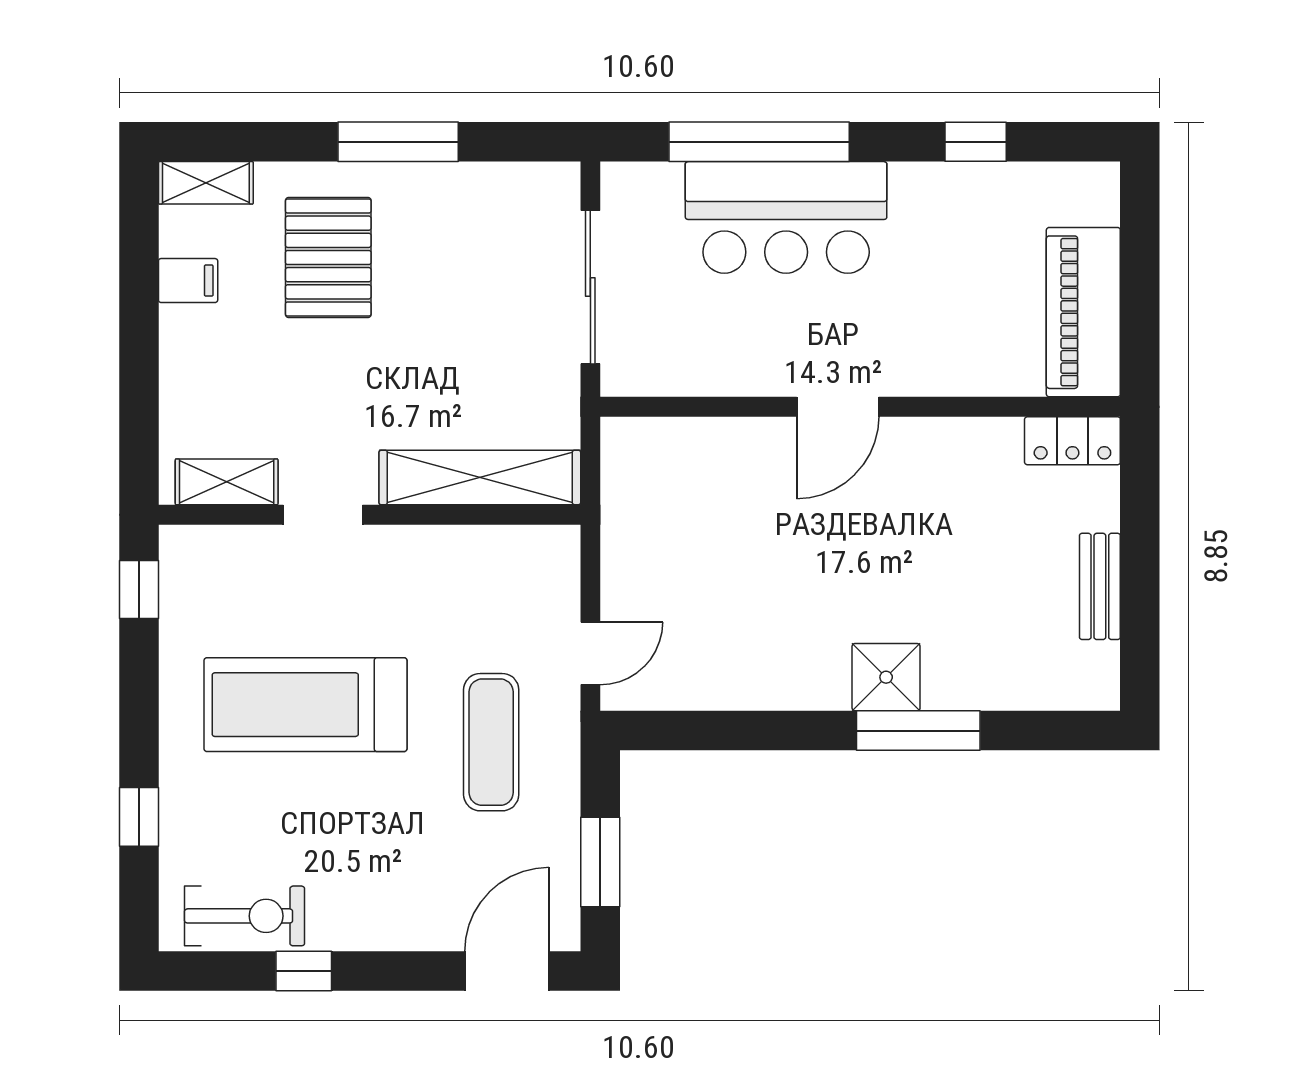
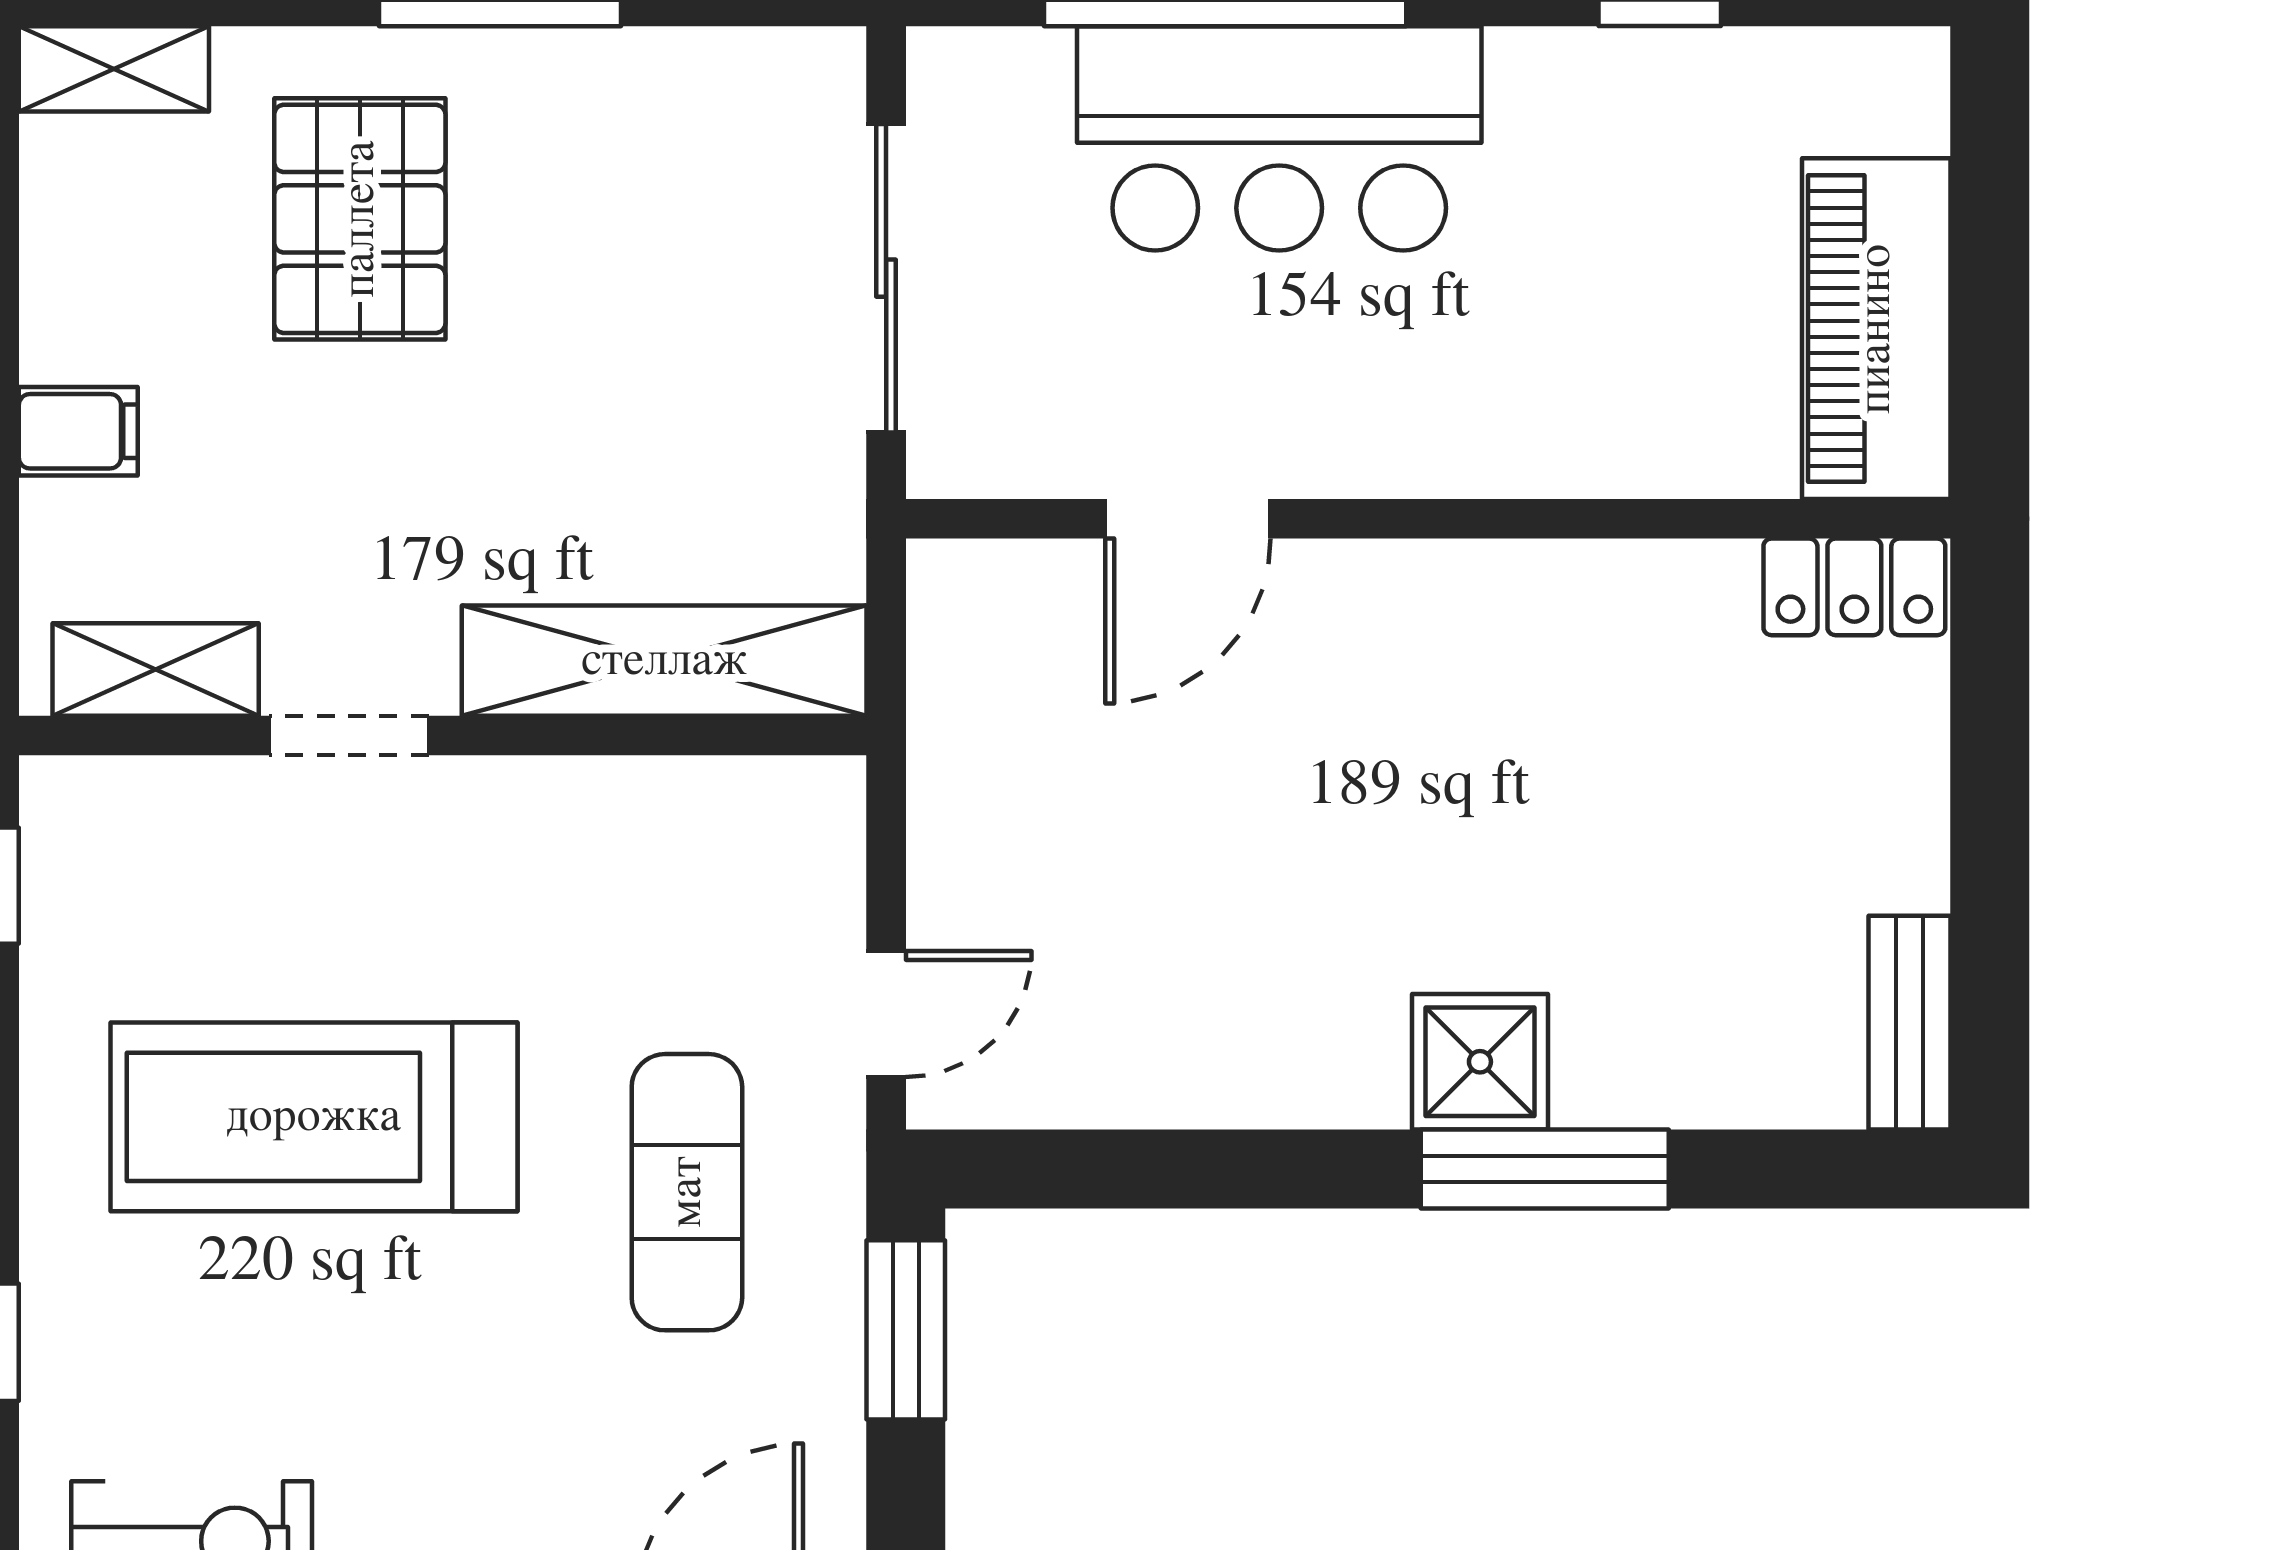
filing cabinet: (188, 281) -> (78, 431), moved
door: (838, 407) -> (1188, 519), moved
bench: (1100, 586) -> (1909, 1023), moved
window: (600, 862) -> (906, 1330), moved

